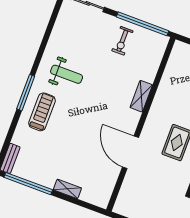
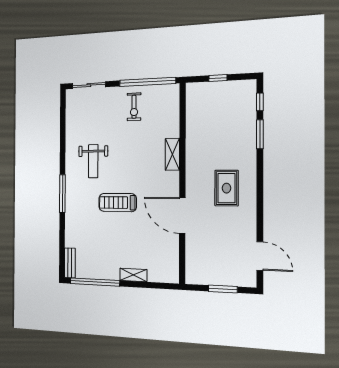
weight bench: (67, 74) -> (93, 161), turned 90
treadmill: (42, 112) -> (118, 203), moved, turned -90

